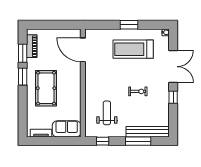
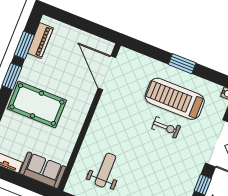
pool table: (46, 88) -> (37, 105), turned 90
exercise bike: (138, 91) -> (166, 127), moved

